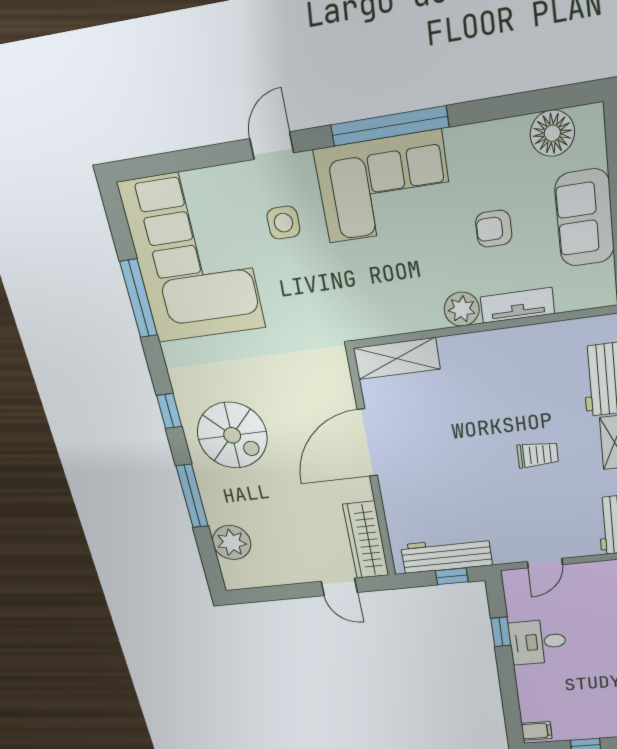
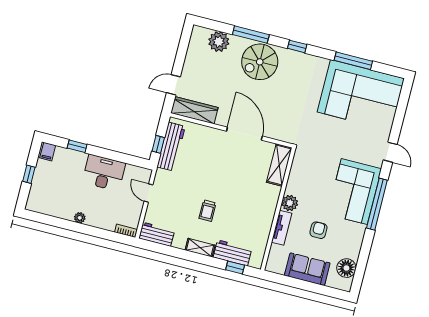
side table: (283, 223) -> (358, 142), removed
spiral stairs: (232, 435) -> (260, 62), moved
window: (501, 632) -> (77, 146), moved
desk: (538, 642) -> (104, 173), width x1.37

